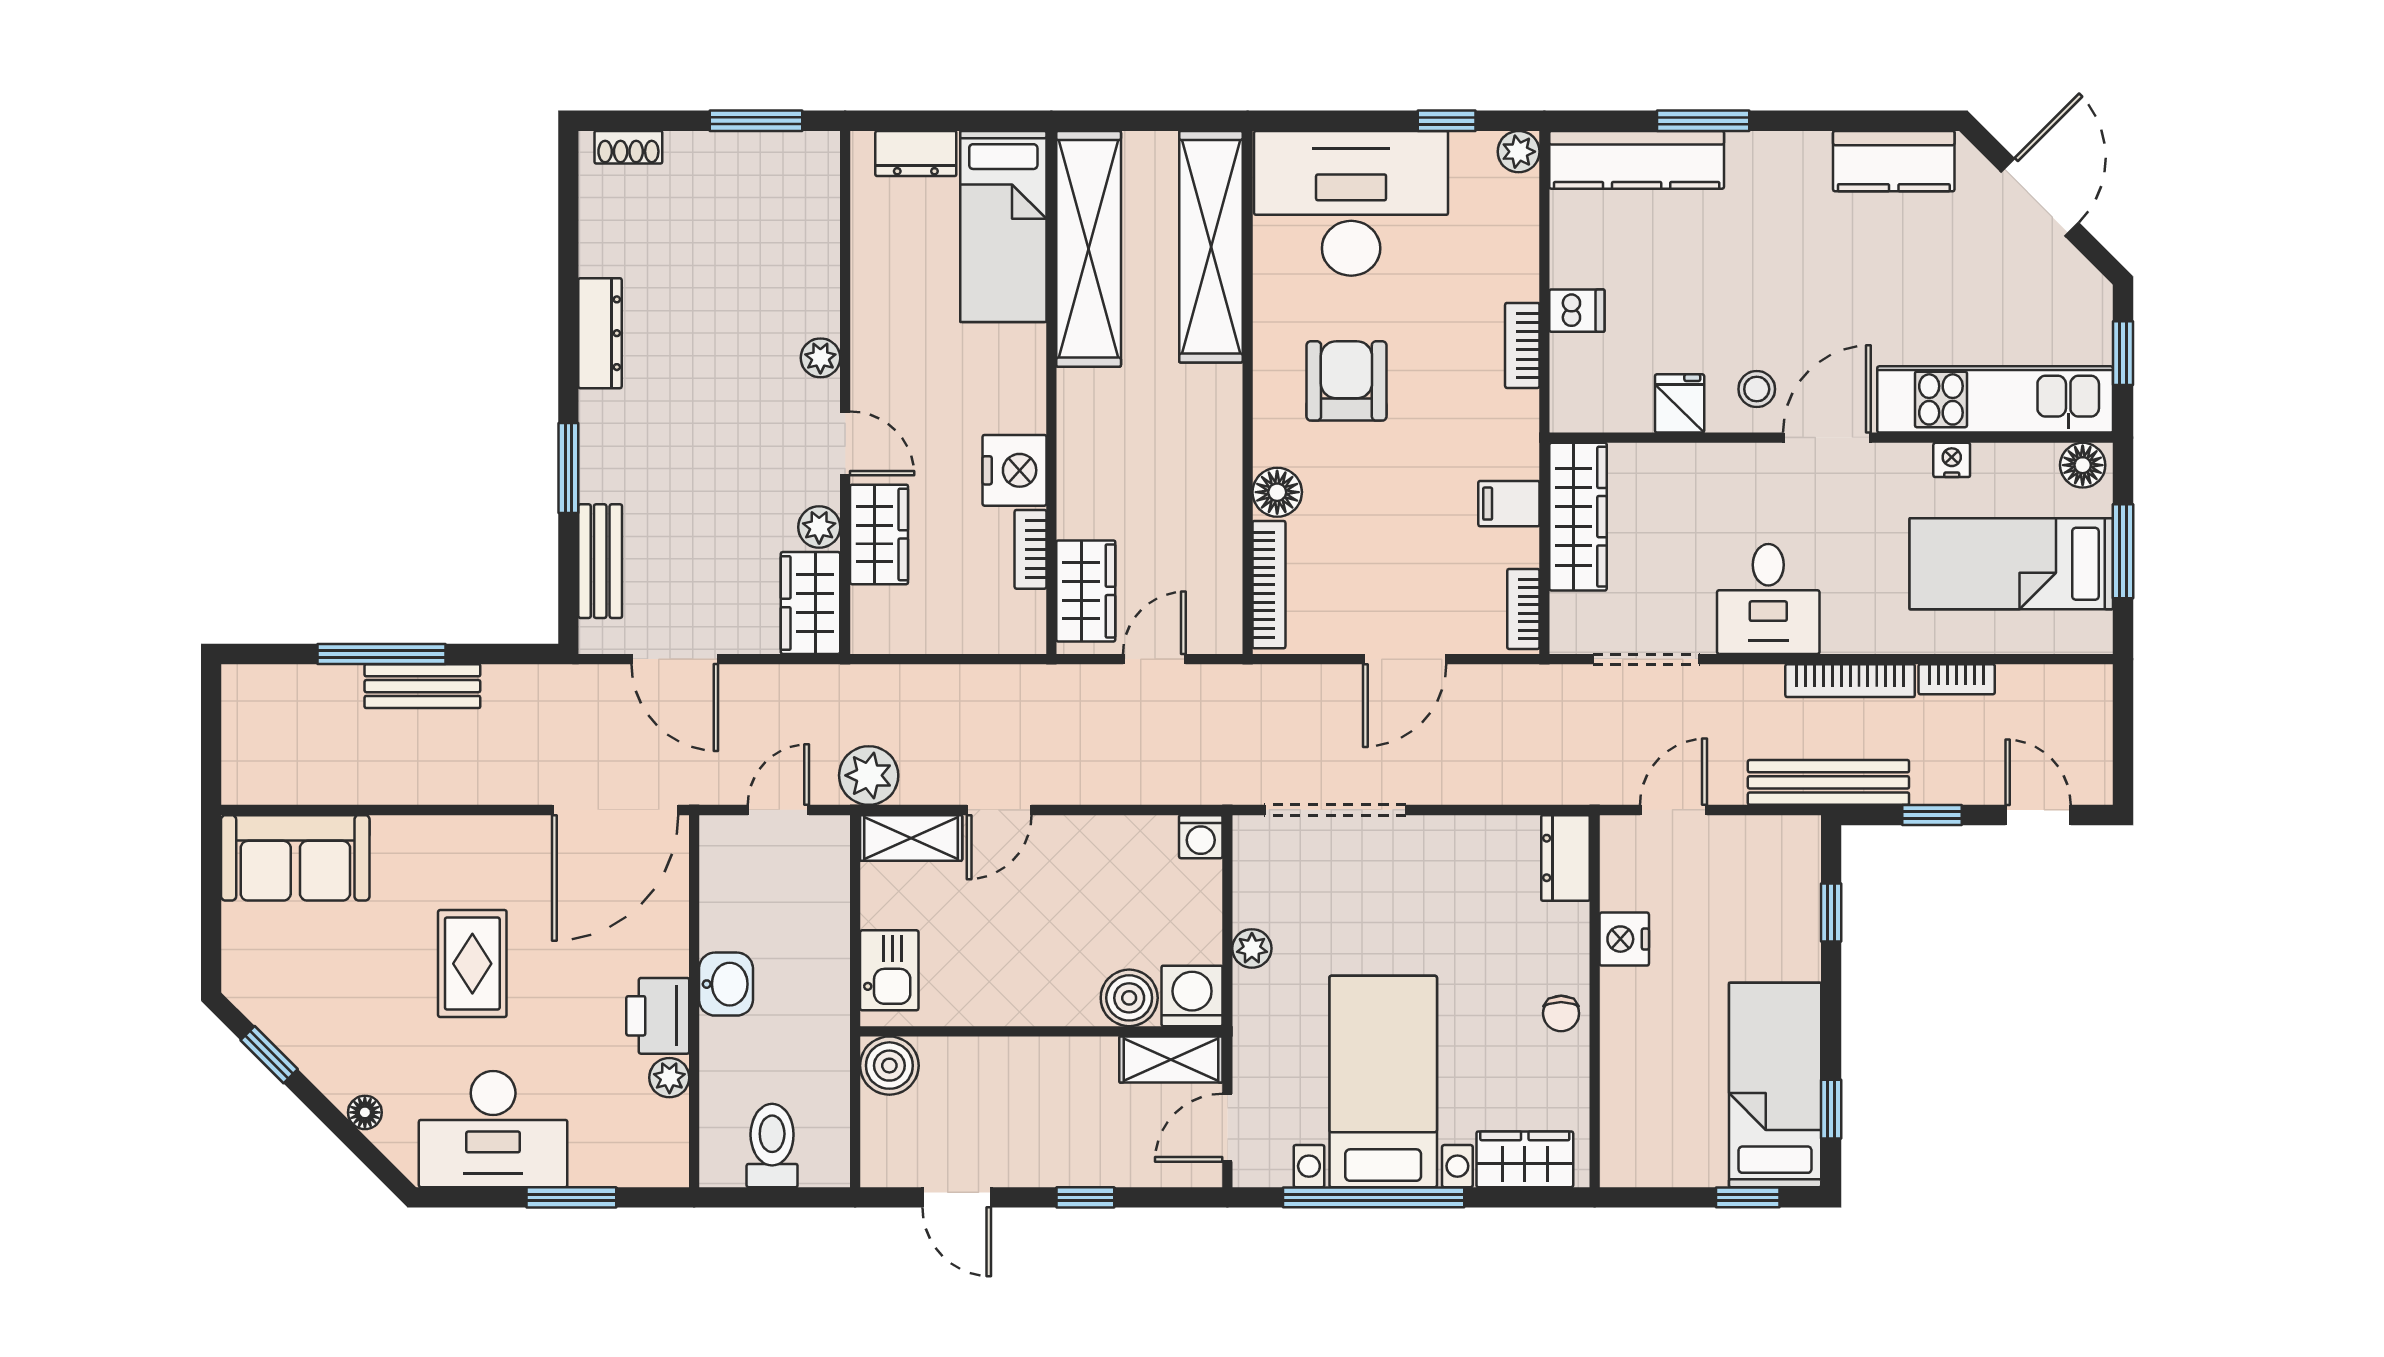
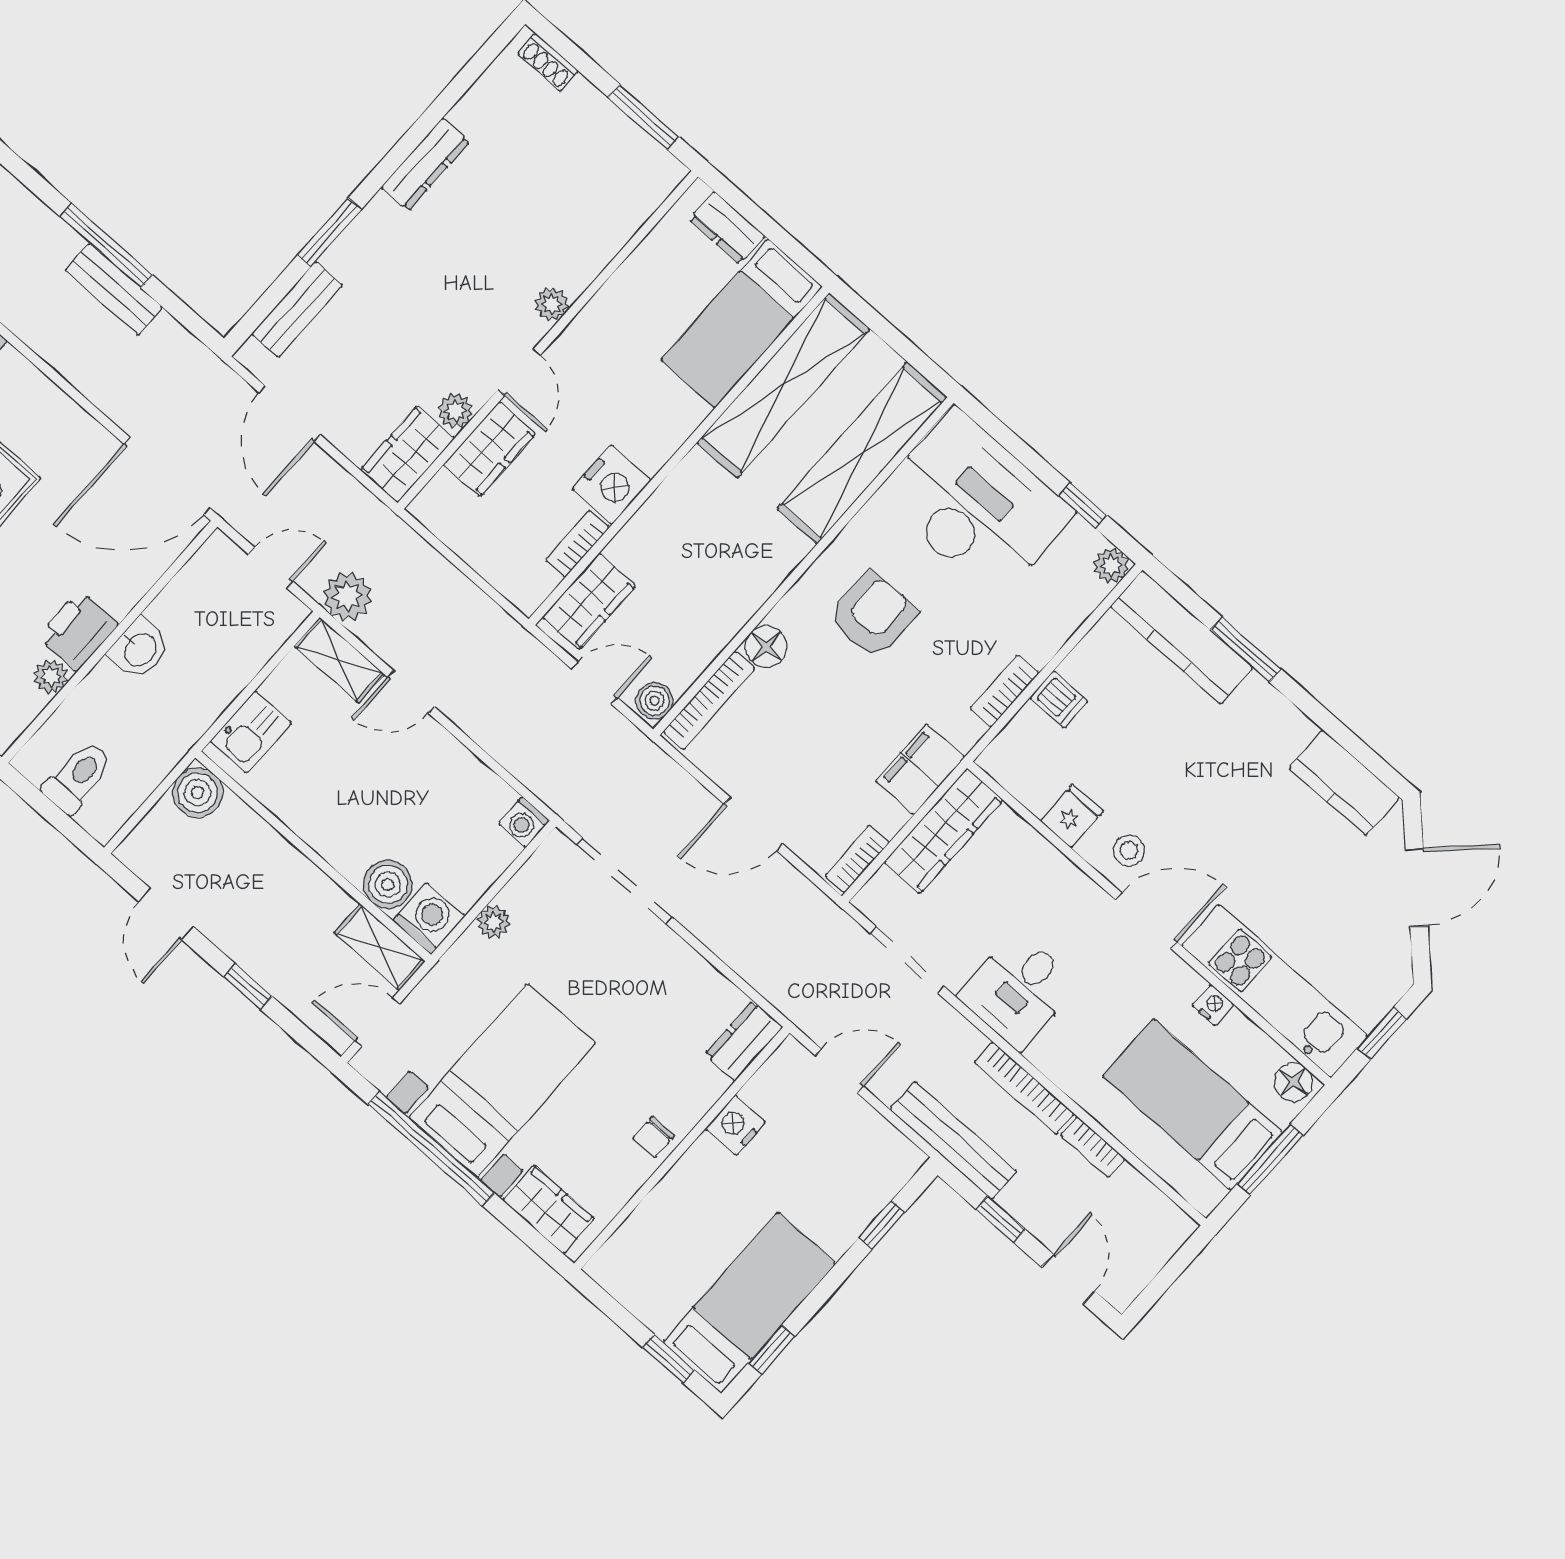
filing cabinet: (1509, 504) -> (920, 769), width x2.00
boiler: (1221, 627) -> (655, 701), added

